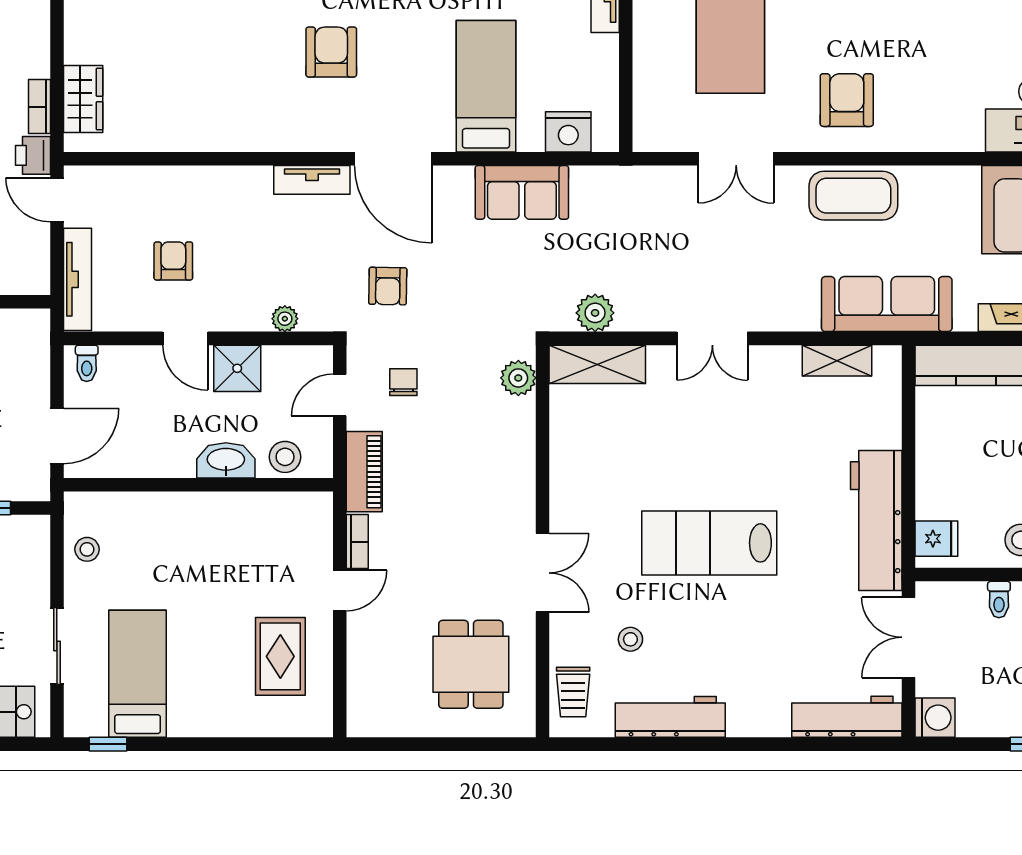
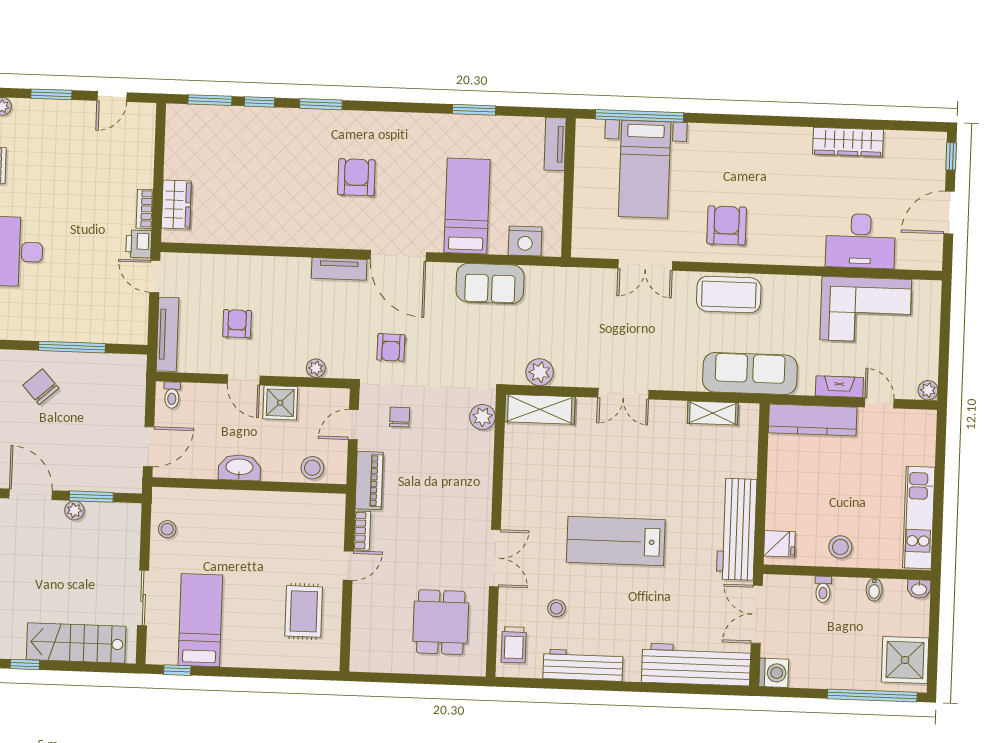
washbasin: (226, 460) -> (239, 468), moved
workbench: (847, 717) -> (696, 665), width x1.36, depth x1.32

